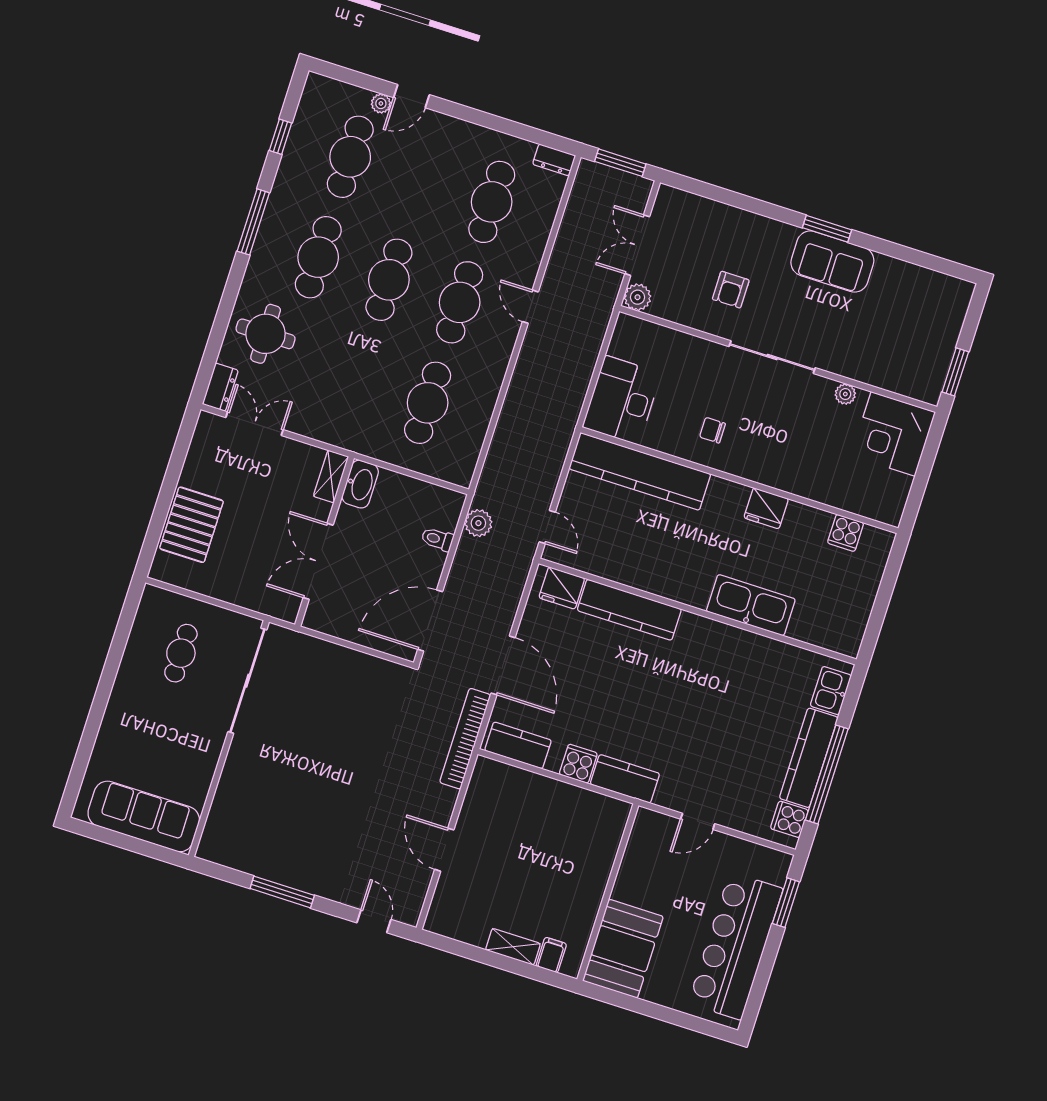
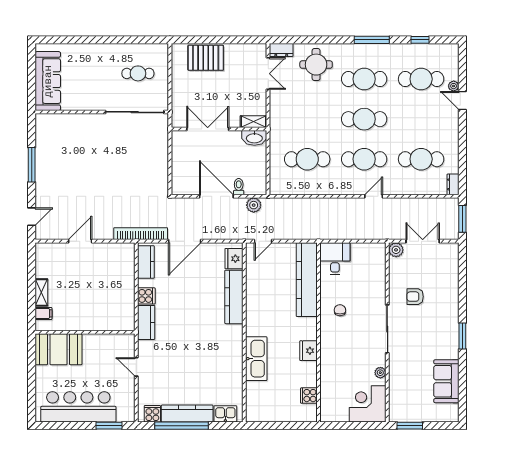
sofa: (832, 261) -> (446, 381), moved
desk: (622, 400) -> (335, 259), width x0.73
door: (430, 620) -> (216, 196), moved

